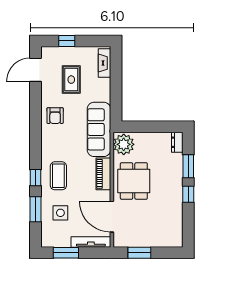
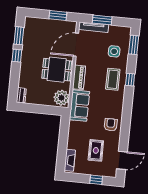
sofa: (99, 129) -> (79, 106), width x0.73
window: (188, 166) -> (19, 36), moved
dining table: (134, 181) -> (57, 70), turned 90
window: (35, 209) -> (134, 45), moved
door: (112, 217) -> (76, 45), swing flipped
window: (66, 253) -> (102, 20), moved

